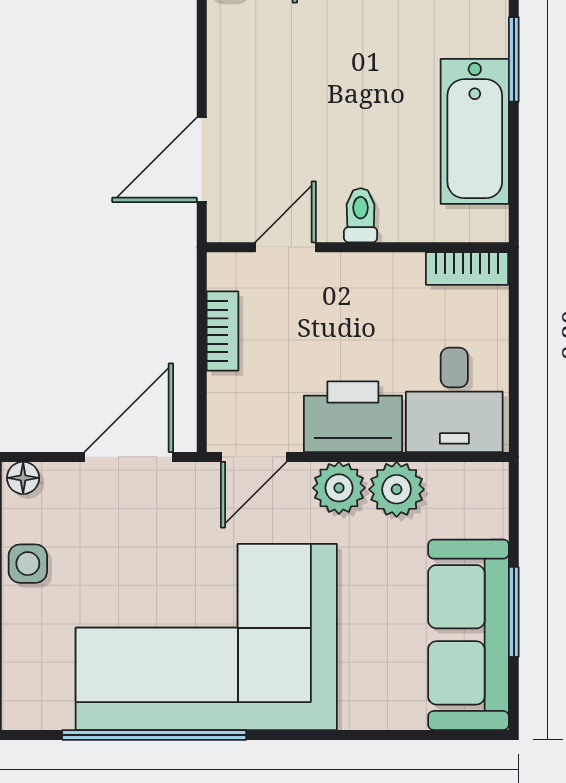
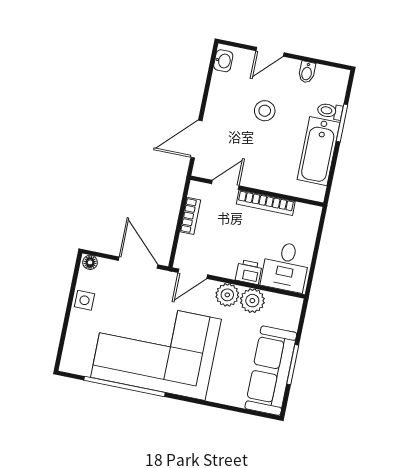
stool: (339, 67) -> (265, 111), added
toilet: (361, 215) -> (330, 111), moved, turned -90
bookcase: (467, 268) -> (266, 203), moved, width x1.56
printer: (353, 417) -> (249, 272), width x0.53, depth x0.68
door: (129, 457) -> (138, 263), hinge flipped

